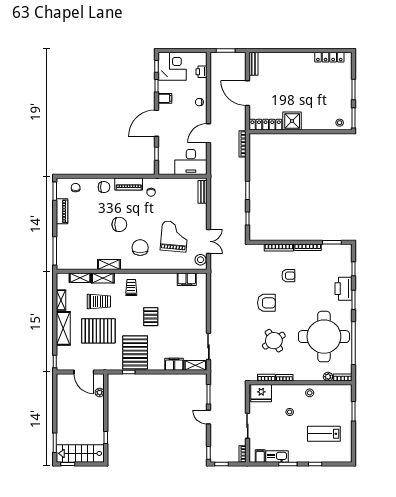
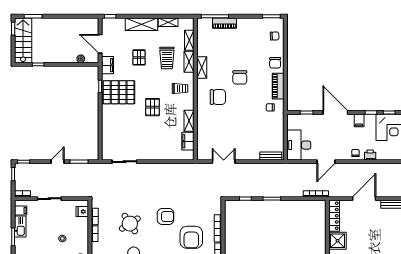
printer: (201, 72) -> (370, 155), moved
door: (208, 133) -> (326, 162), swing flipped
piano: (62, 211) -> (225, 23), moved
grand piano: (174, 237) -> (228, 129), removed
double door: (208, 241) -> (224, 162), swing flipped
stool: (201, 260) -> (206, 154), removed
armchair: (288, 276) -> (191, 237), width x1.88, depth x1.88
armchair: (266, 303) -> (166, 216), turned -90
pallet: (151, 317) -> (153, 107), turned 90
pallet: (98, 331) -> (139, 57), width x0.49, depth x0.50
filing cabinet: (174, 364) -> (107, 65), moved
shelving: (195, 365) -> (189, 121), moved
door: (84, 372) -> (100, 44), hinge flipped
fridge: (261, 393) -> (82, 212), width x0.53, depth x0.75

